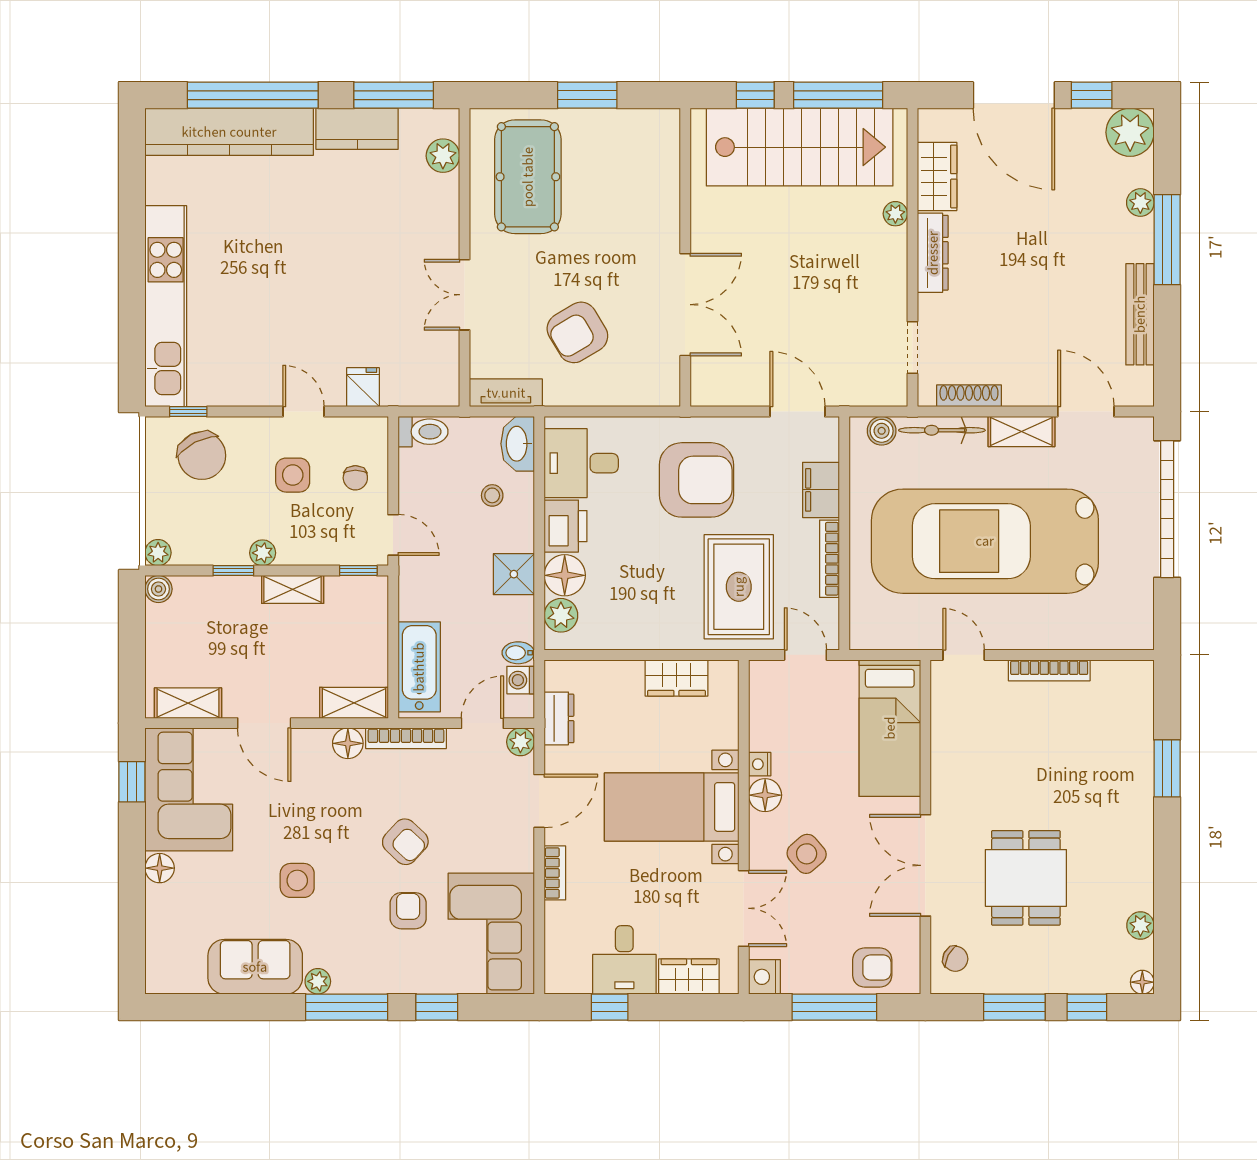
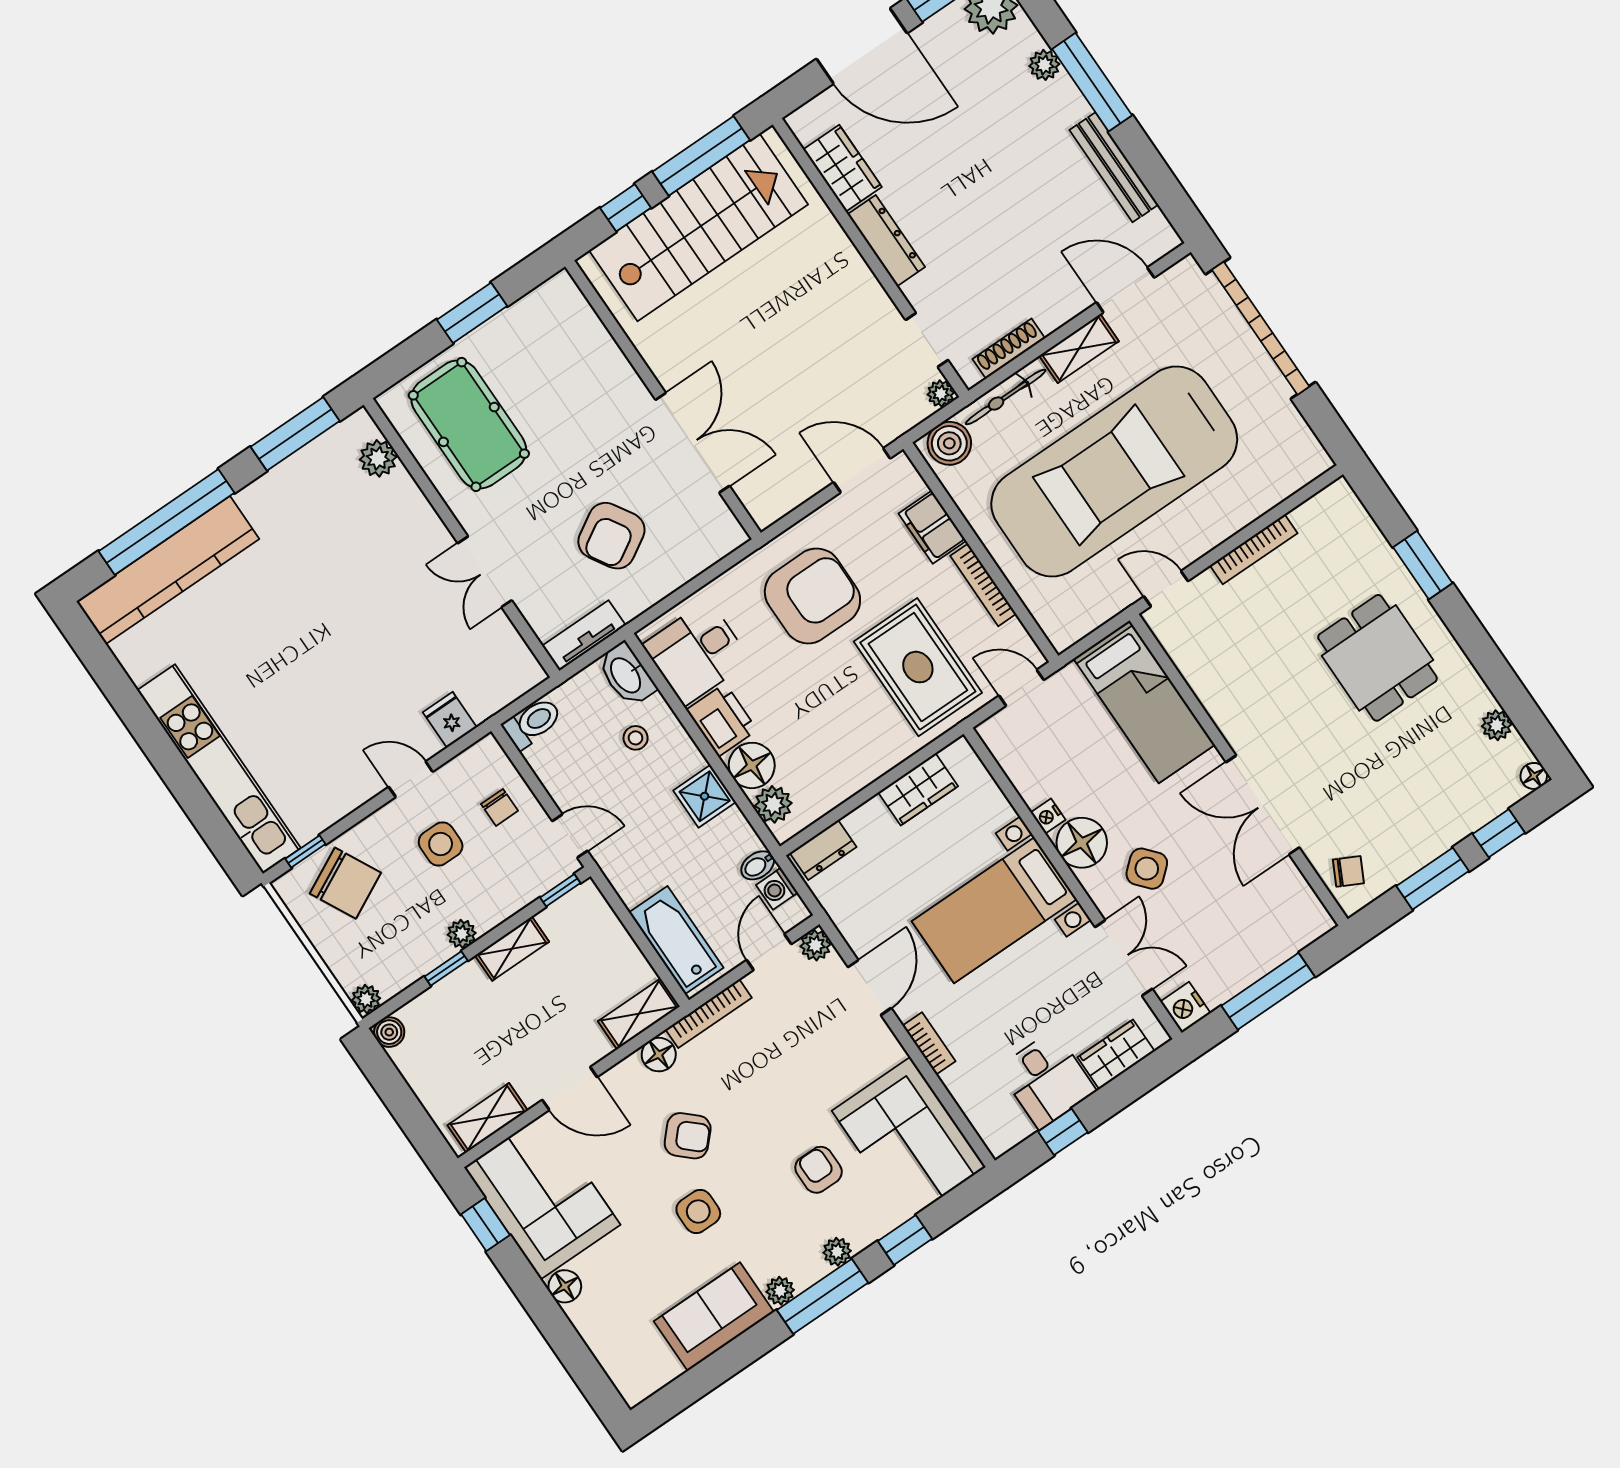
kitchen counter: (357, 129) -> (283, 487), removed
plant: (895, 214) -> (941, 394), moved
boiler: (882, 431) -> (949, 443), width x1.36, depth x1.36
dresser: (559, 718) -> (823, 850), moved, turned 90
floor lamp: (765, 795) -> (1082, 843), width x1.38, depth x1.38
armchair: (405, 842) -> (688, 1136), moved
dining table: (1026, 878) -> (1377, 658), moved
armchair: (872, 968) -> (1278, 931), removed
plant: (380, 981) -> (837, 1252), added

